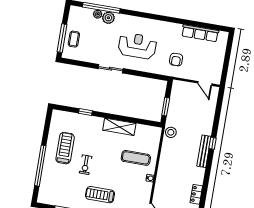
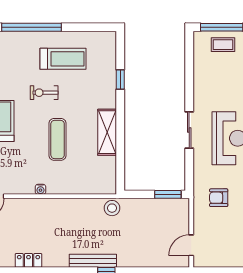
sliding door: (111, 69) -> (189, 130), moved
window: (166, 107) -> (168, 194), moved
exercise mat: (136, 158) -> (58, 139), moved

